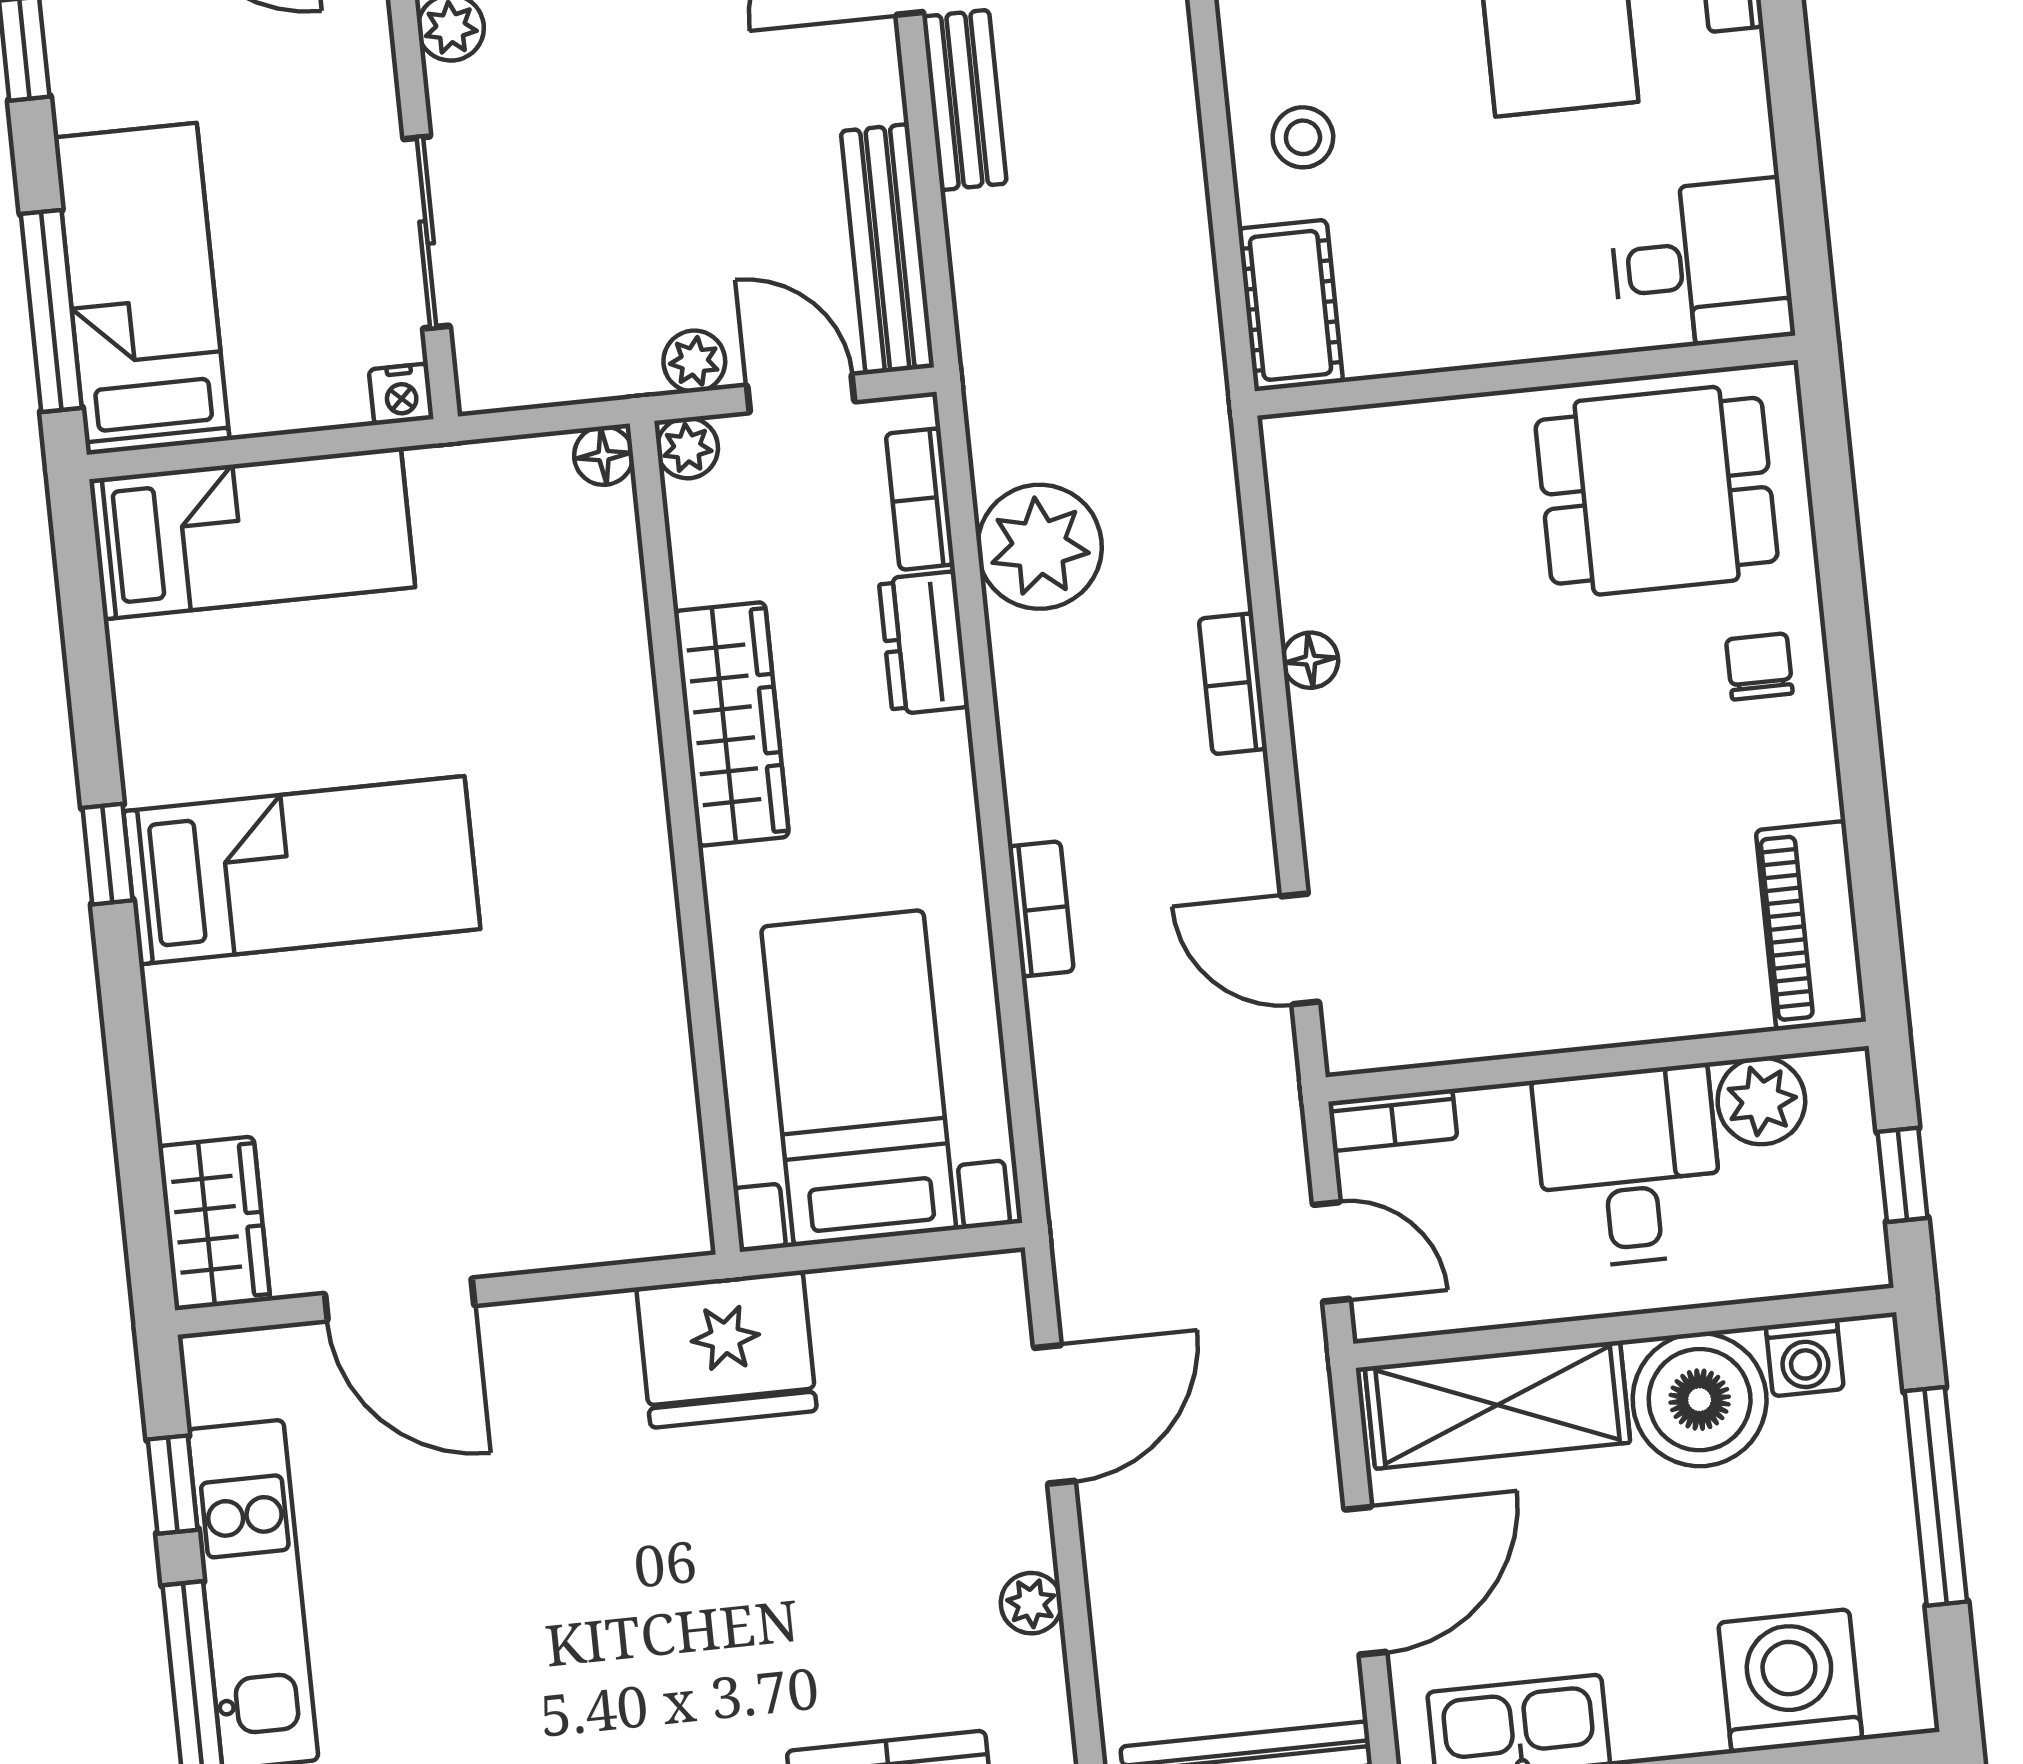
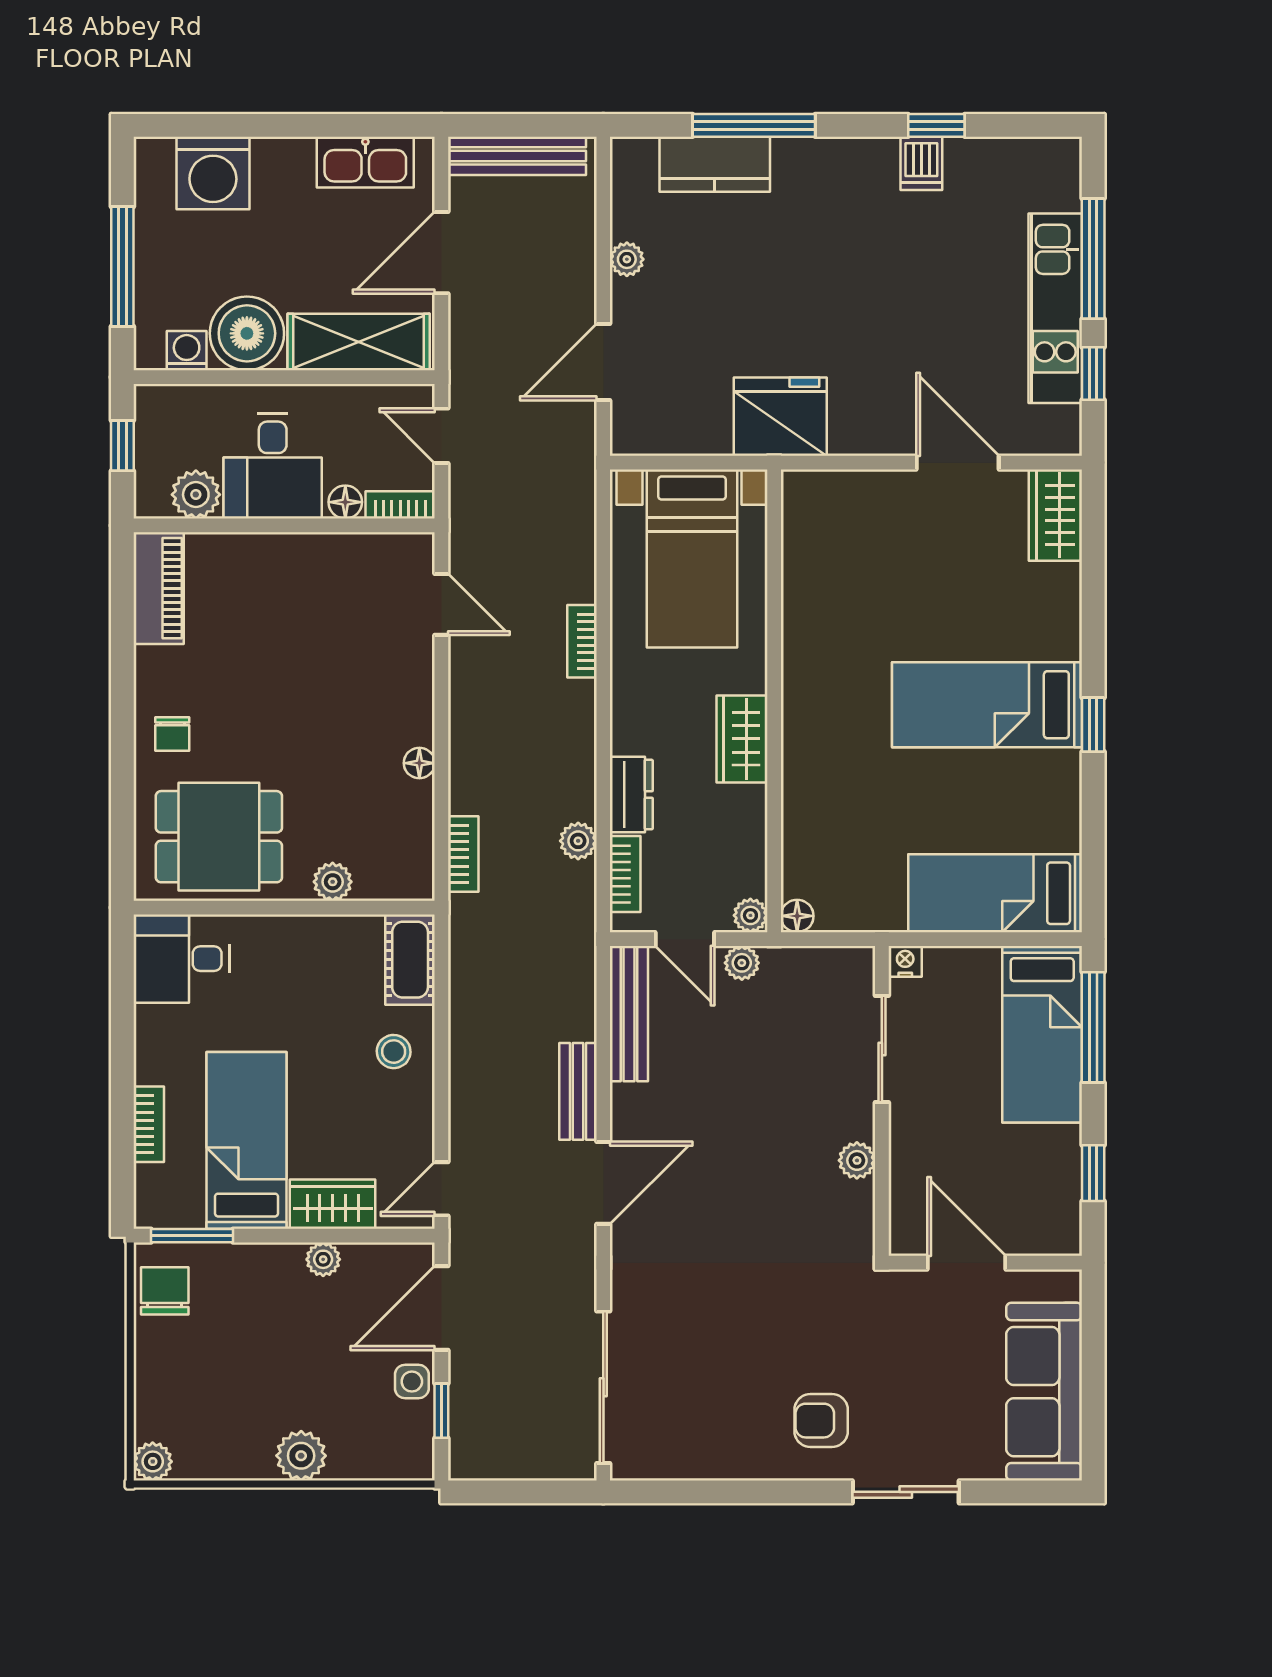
plant: (1444, 431) -> (333, 882), added
plant: (1040, 547) -> (578, 841), width x0.53, depth x0.53
bookcase: (1233, 684) -> (463, 854), moved
wardrobe: (731, 724) -> (742, 739), width x0.67
floor lamp: (1492, 1115) -> (345, 502), added

